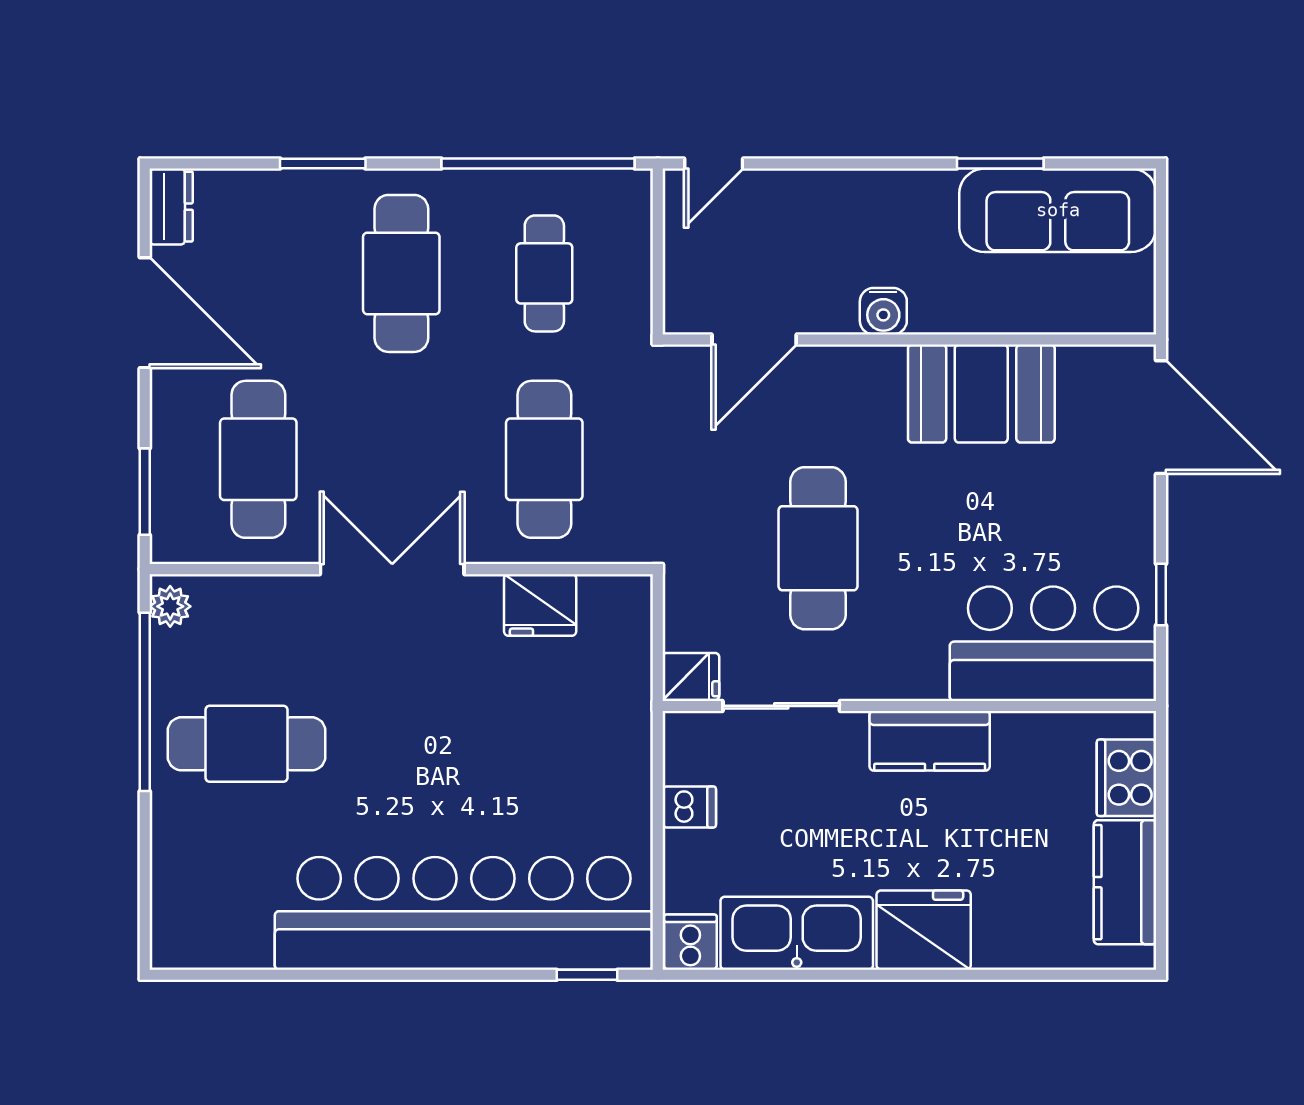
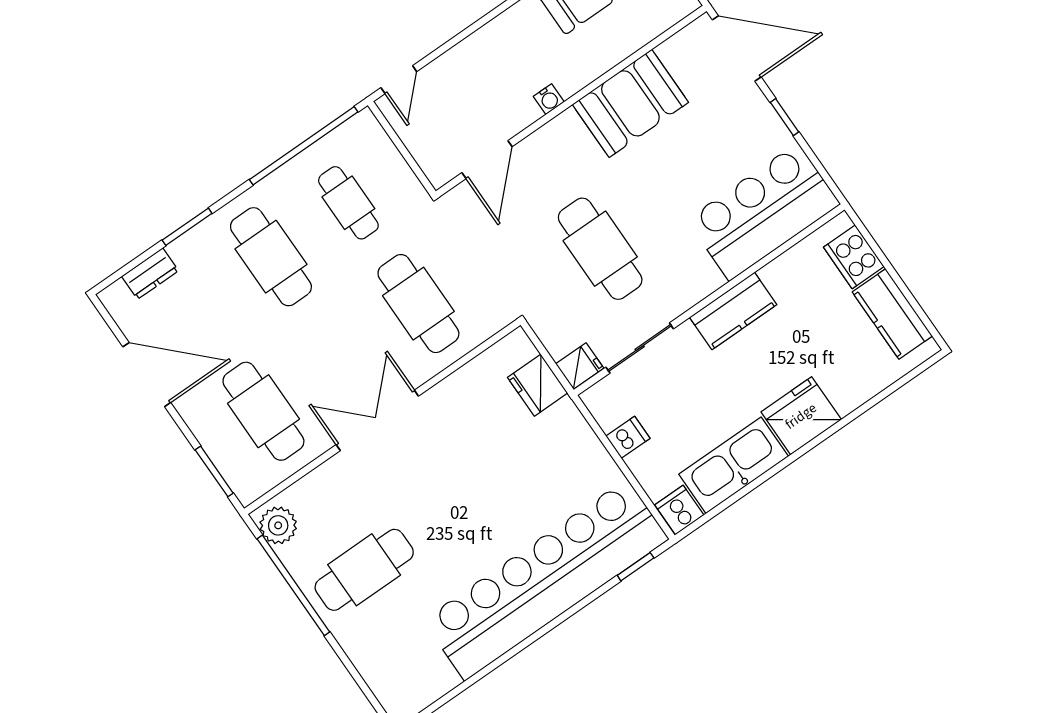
dresser: (171, 207) -> (150, 274), moved, turned 90
water cooler: (883, 311) -> (549, 99), width x0.72, depth x0.72
window: (1161, 594) -> (784, 117), moved
fridge: (540, 605) -> (538, 385), moved, turned 90
plant: (170, 606) -> (278, 525), width x1.38, depth x1.38

